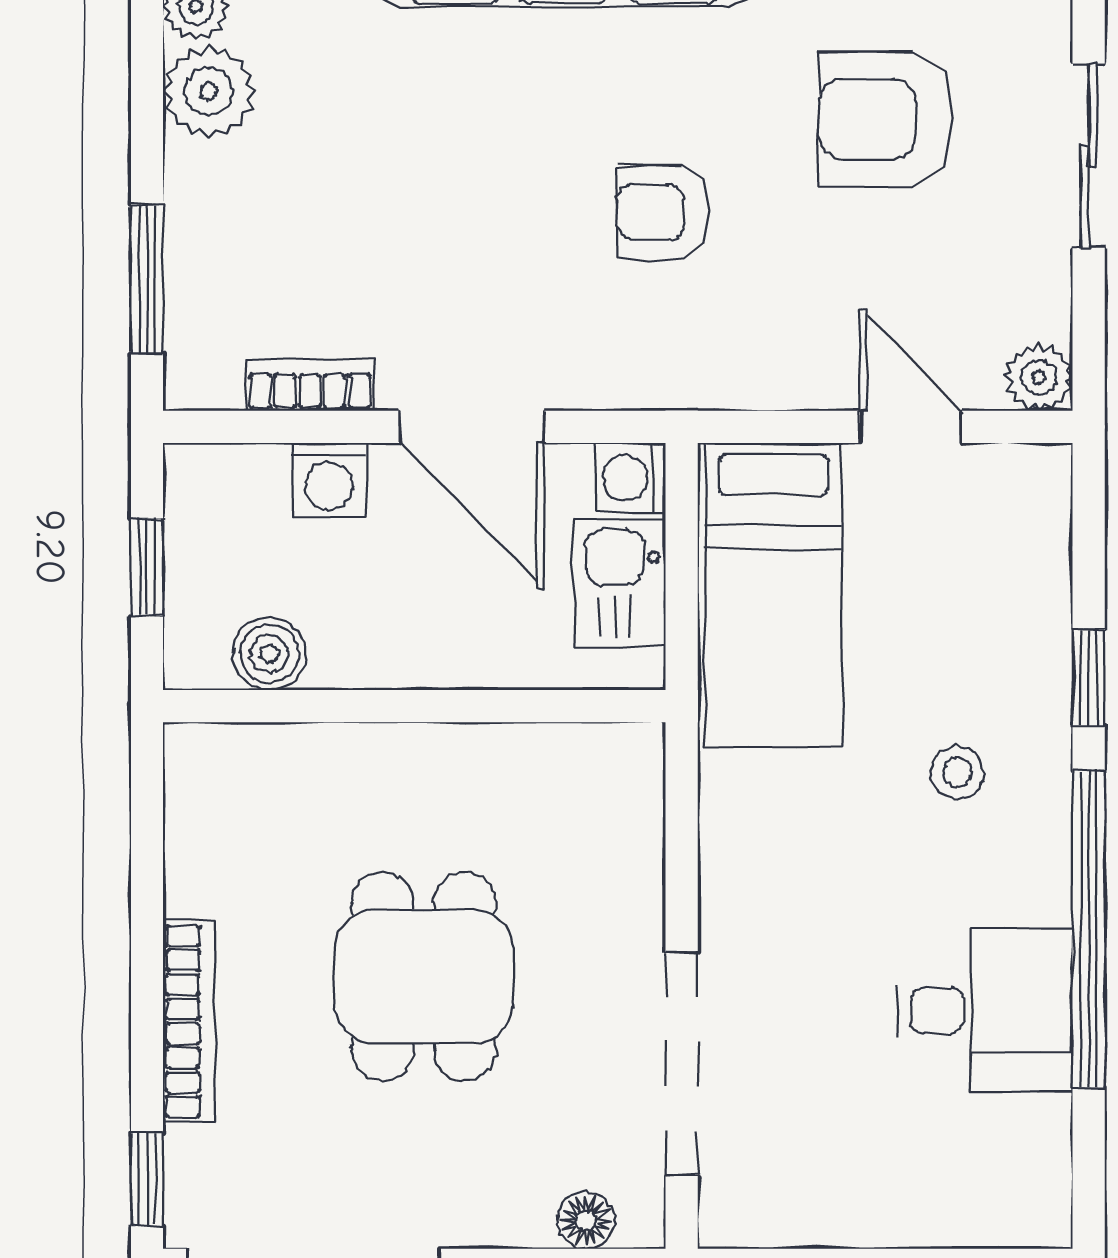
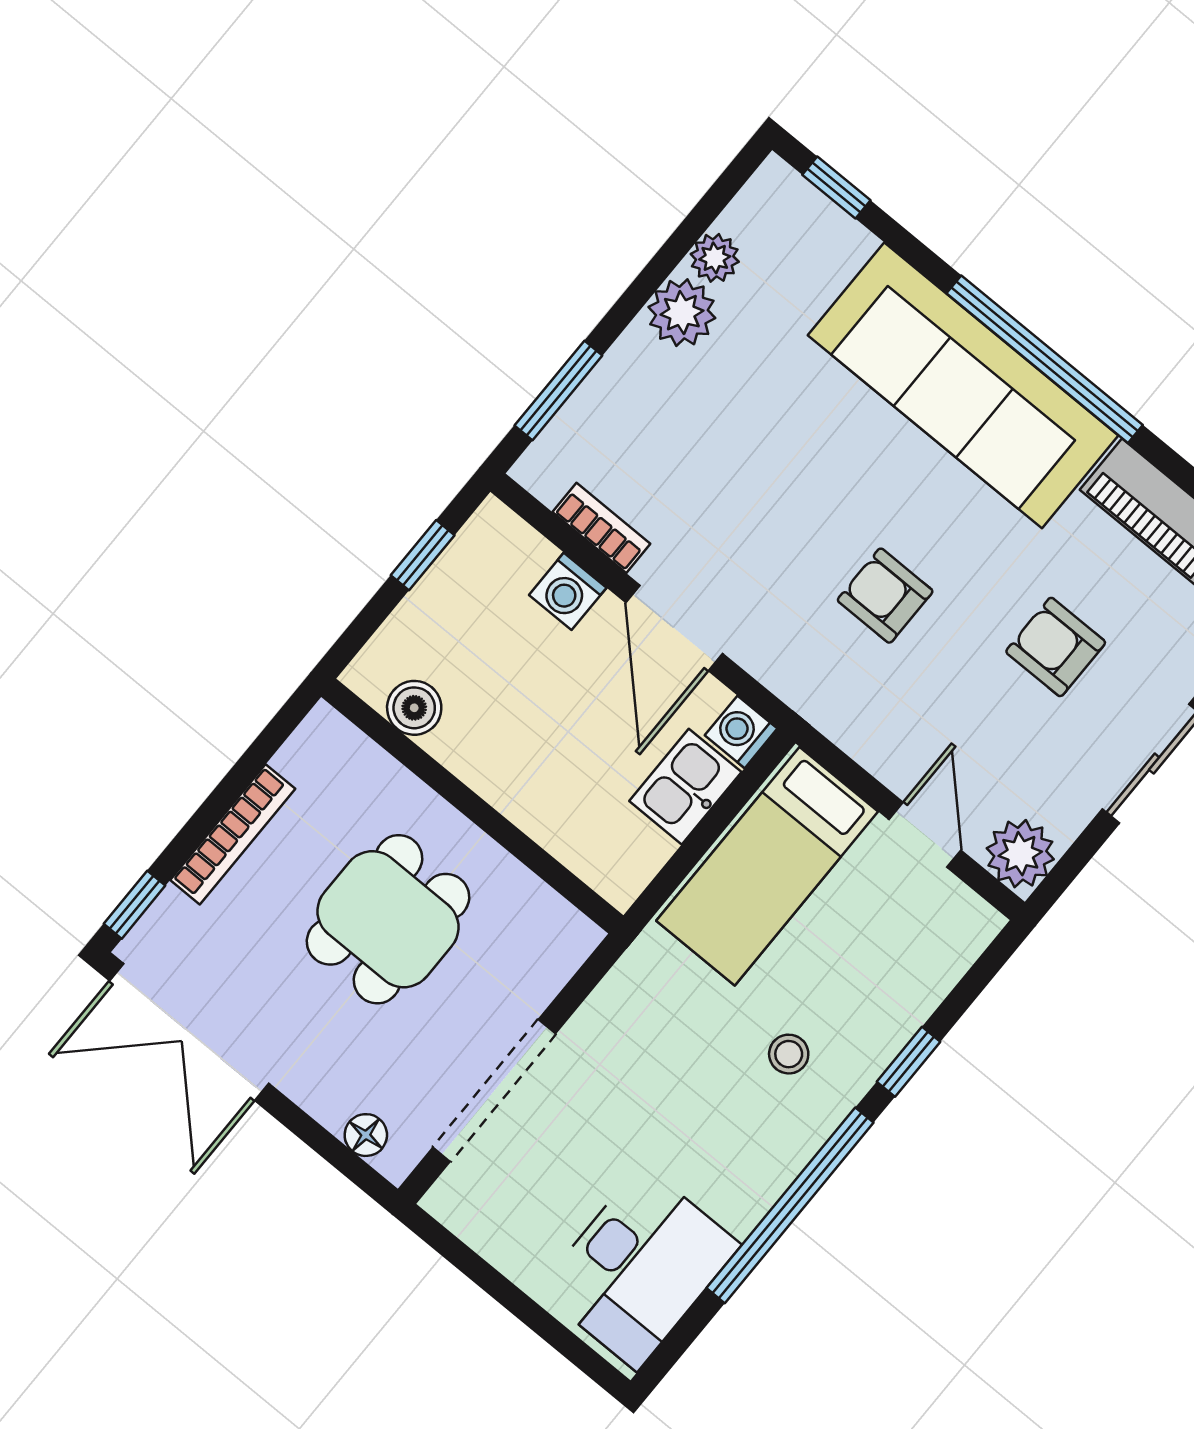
armchair: (886, 119) -> (1056, 647), width x0.72, depth x0.72
plant: (1039, 377) -> (1020, 854), width x1.38, depth x1.38
boiler: (269, 654) -> (414, 708), moved
wall: (414, 706) -> (472, 806), moved
desk: (985, 1010) -> (639, 1267), moved, width x1.37

